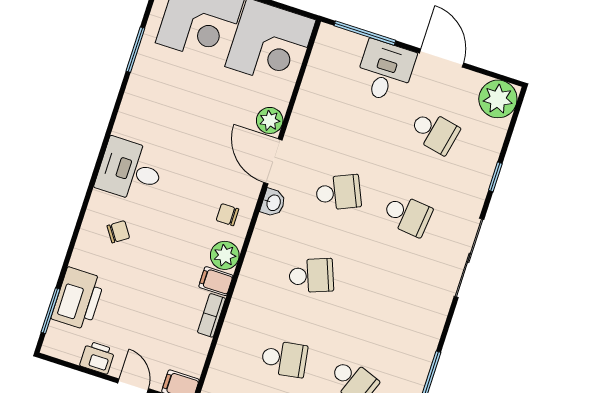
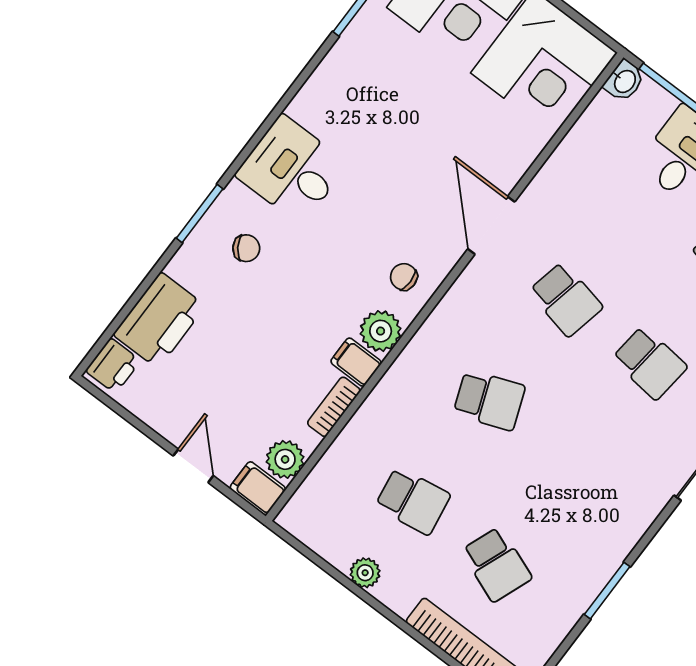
plant: (270, 120) -> (285, 459), moved
school desk: (338, 193) -> (566, 299), turned 36
washbasin: (273, 203) -> (624, 81), moved
window: (50, 311) -> (200, 214), moved
printer: (97, 358) -> (113, 366), moved, turned 90

